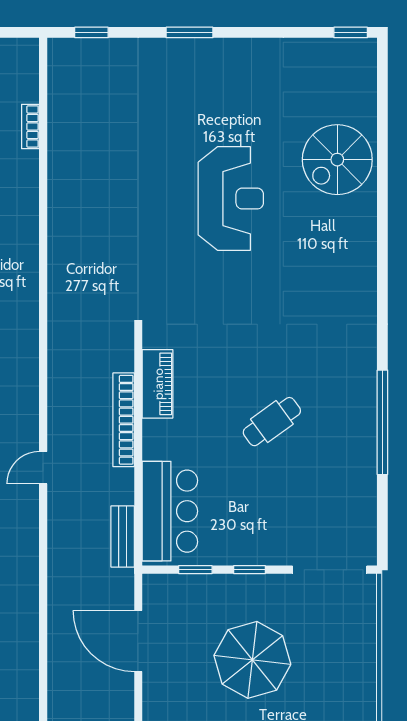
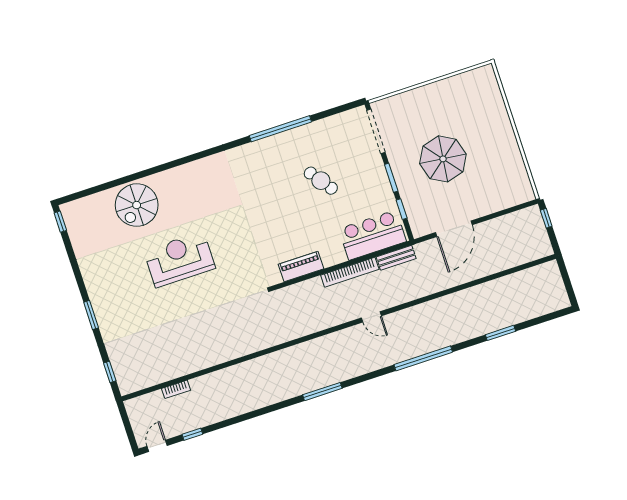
spiral stairs: (337, 160) -> (137, 205), turned 90
bookcase: (124, 420) -> (350, 272), moved
cafe table: (272, 422) -> (321, 181), moved
window: (249, 570) -> (391, 178), width x1.50

